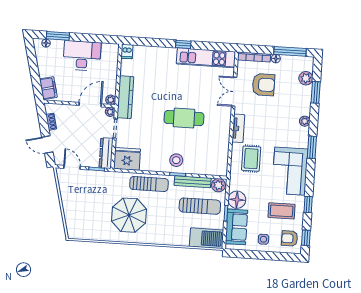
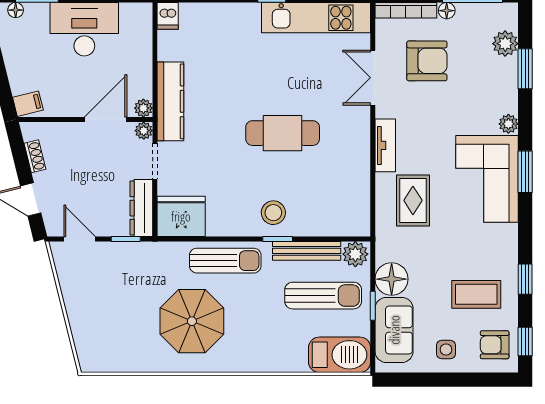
filing cabinet: (48, 88) -> (28, 104), width x0.50
corner sofa: (290, 171) -> (487, 179), moved

